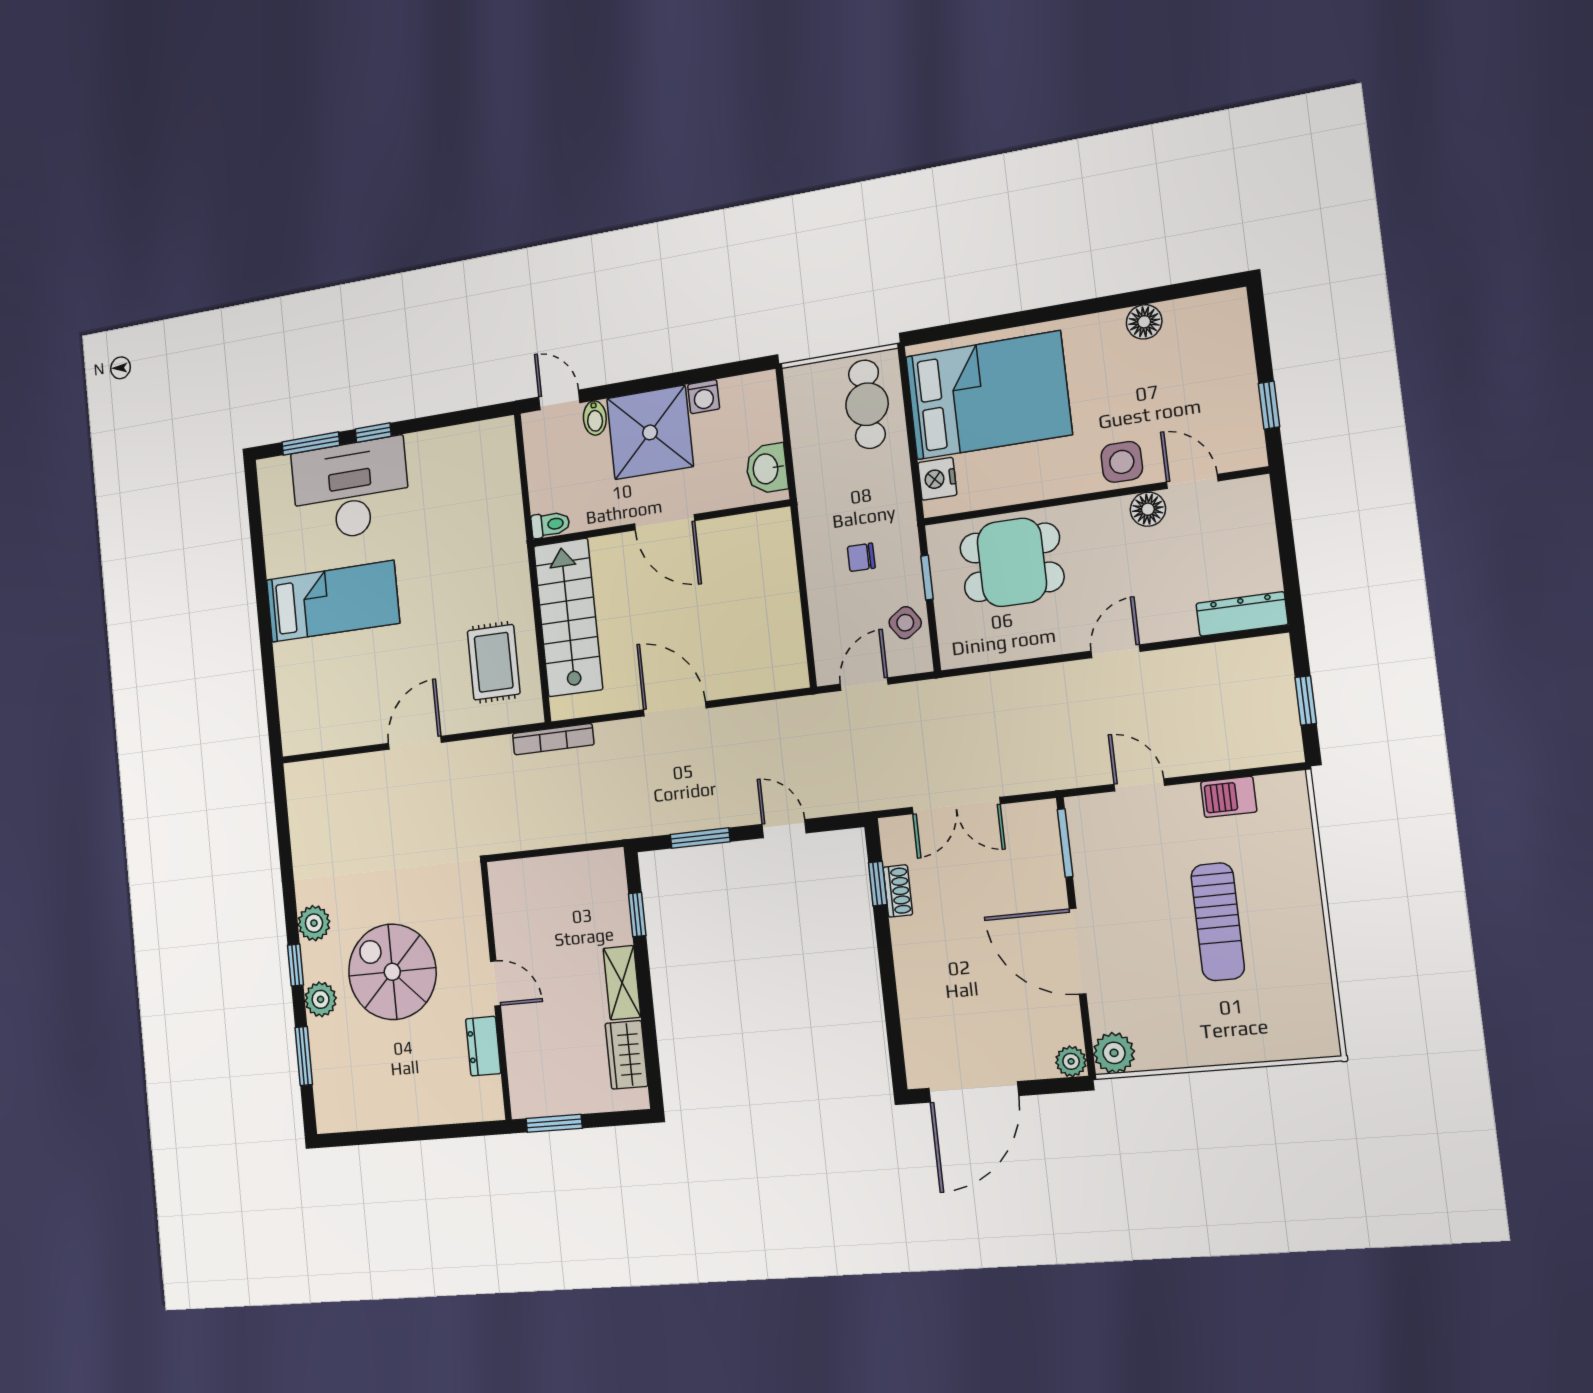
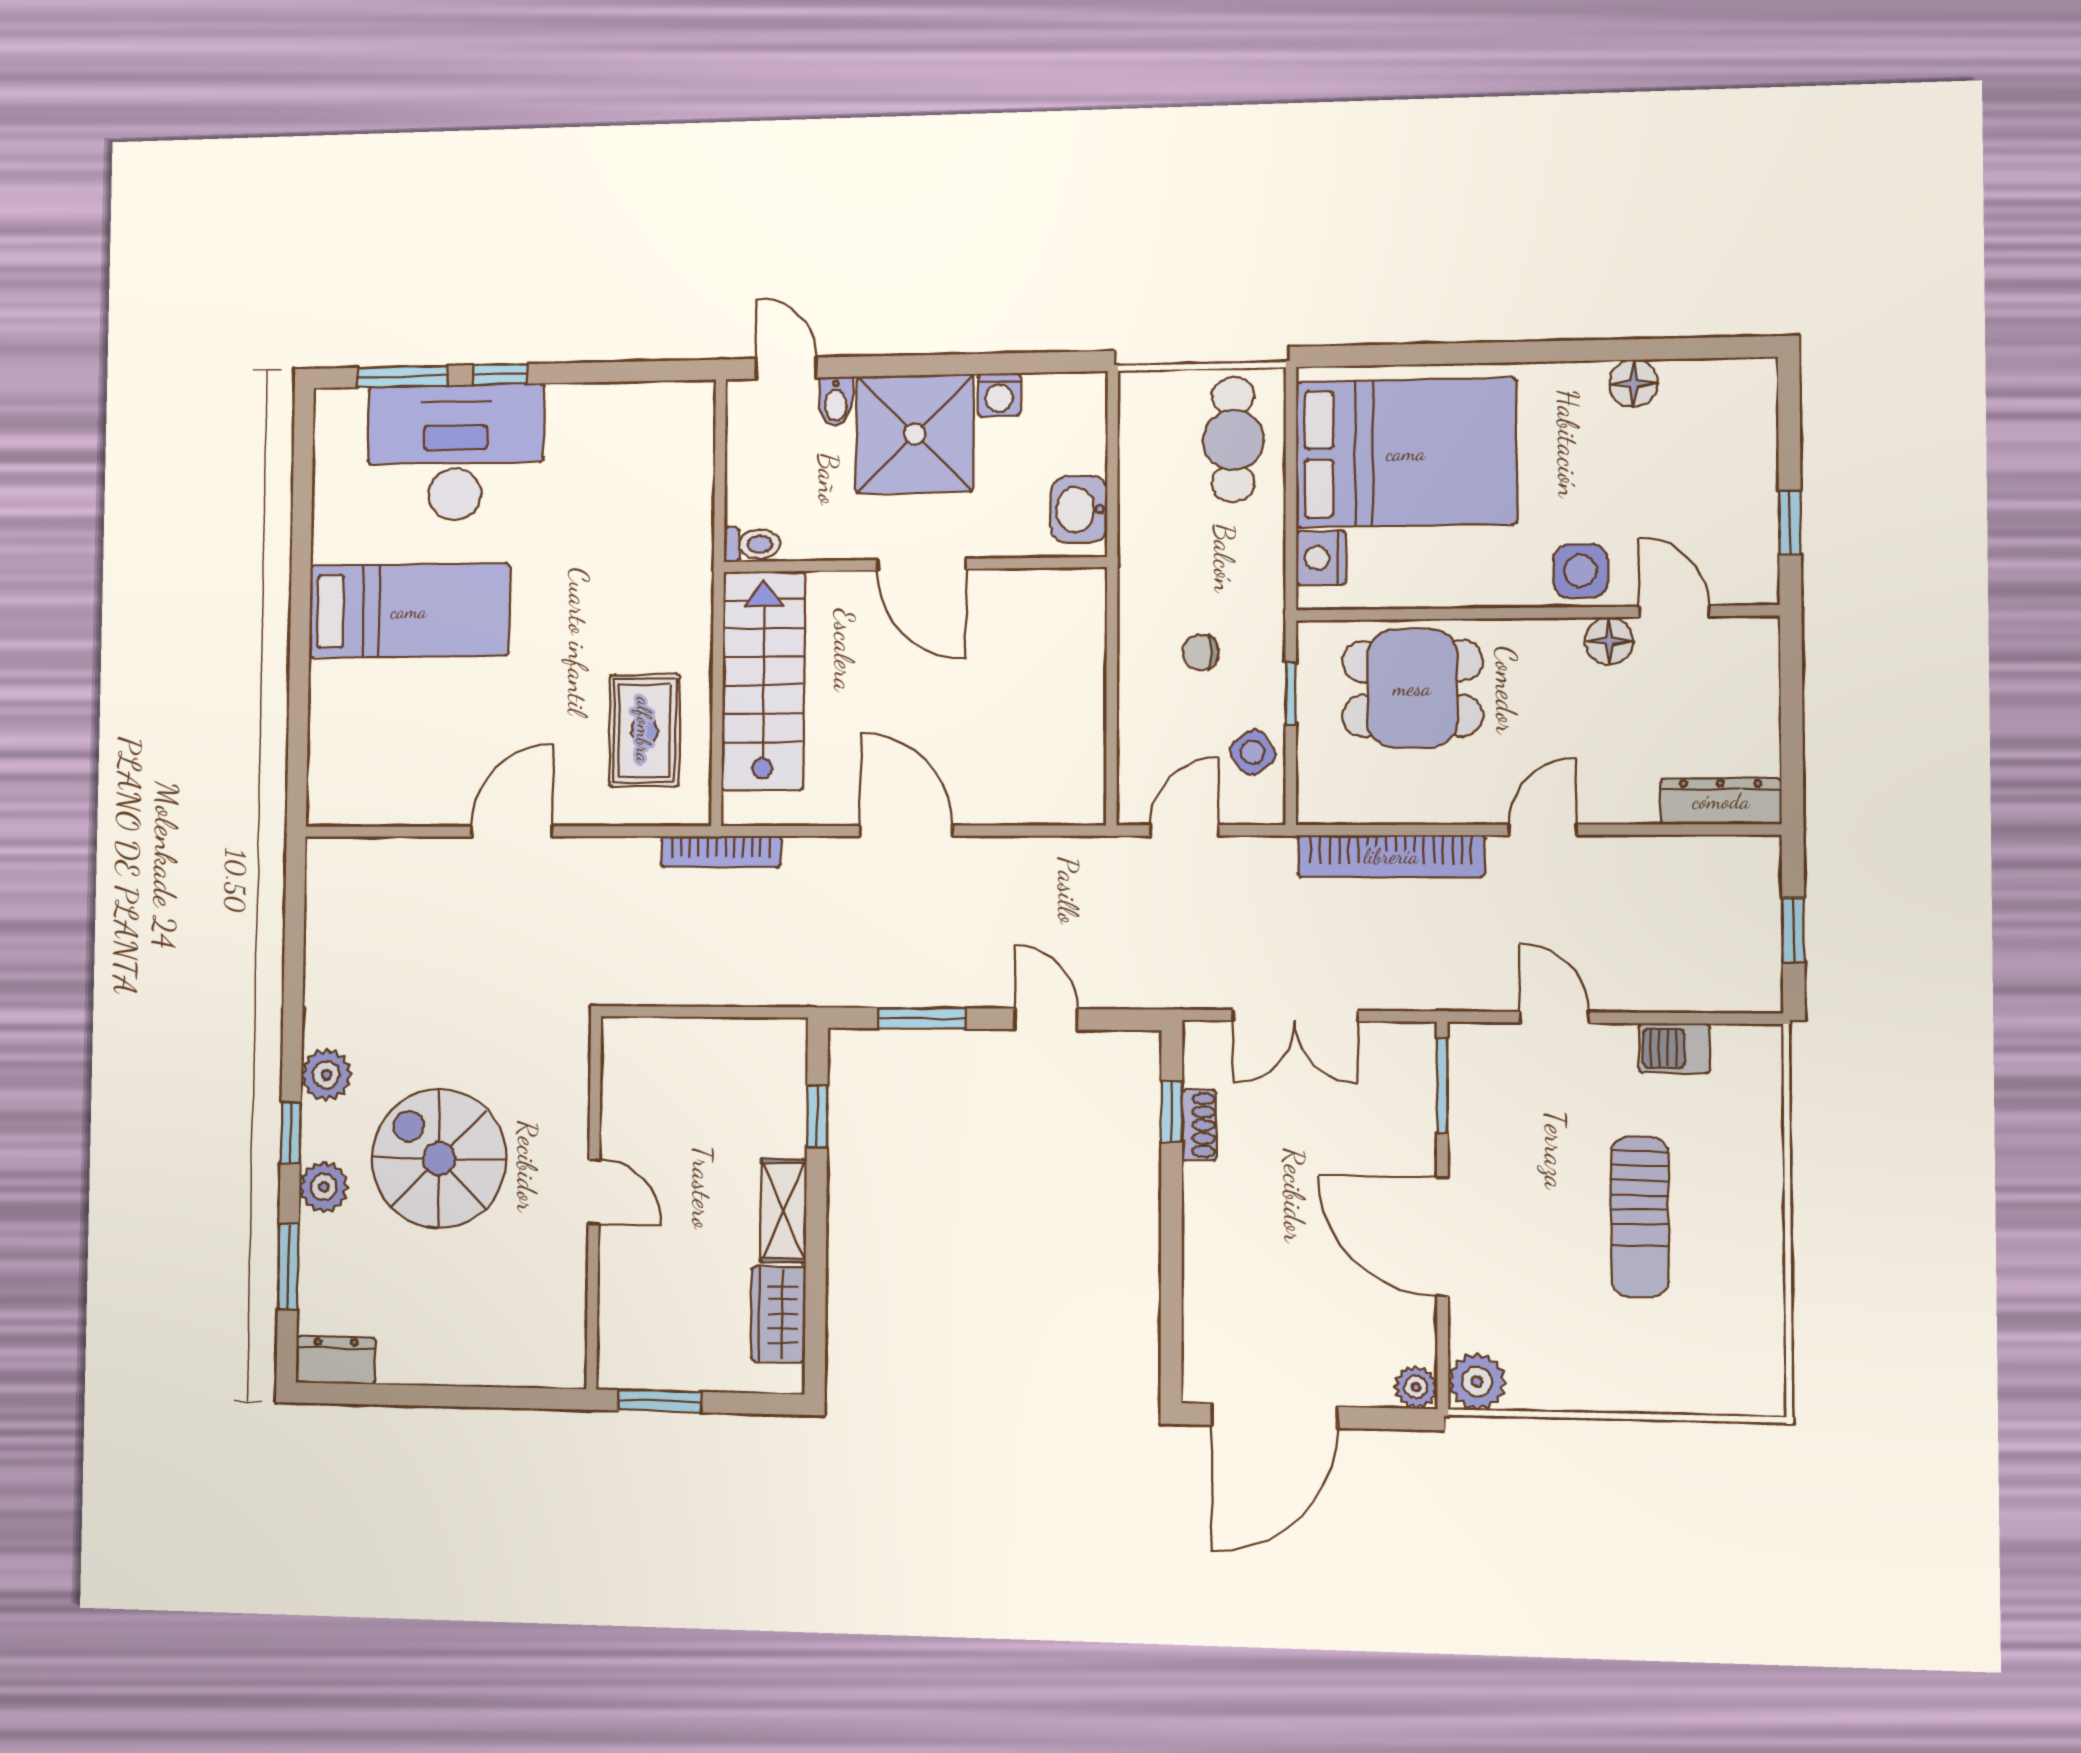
bookcase: (1010, 684) -> (1391, 856), added
dresser: (483, 1046) -> (336, 1360), moved, turned 90

